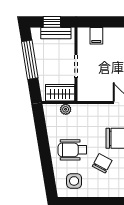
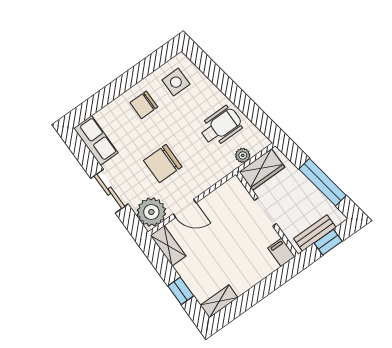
filing cabinet: (96, 36) -> (281, 252), moved
wheelchair: (72, 150) -> (221, 126), moved
chair: (102, 163) -> (144, 105), moved, turned 62

